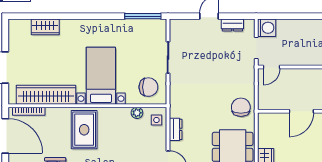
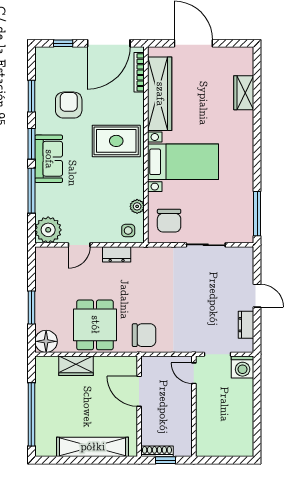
door: (301, 111) -> (139, 391), moved

